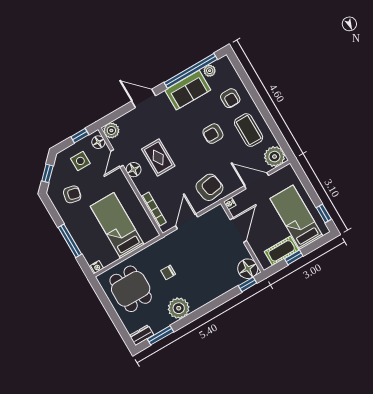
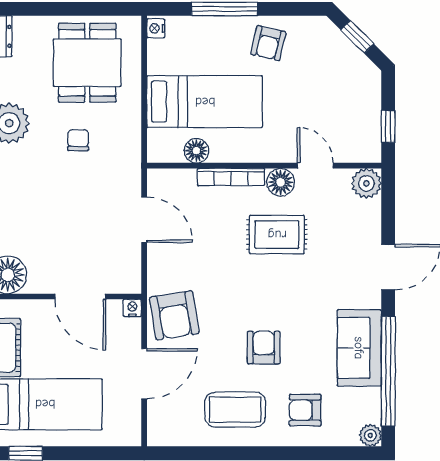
plant: (210, 71) -> (370, 435), moved
floor lamp: (98, 142) -> (196, 151), moved
plant: (274, 157) -> (167, 427), removed
side table: (80, 161) -> (346, 103), removed
armchair: (209, 187) -> (174, 315), moved
armchair: (72, 194) -> (268, 43), moved
bookcase: (154, 209) -> (231, 177), moved
dining table: (131, 289) -> (87, 63), turned 90

